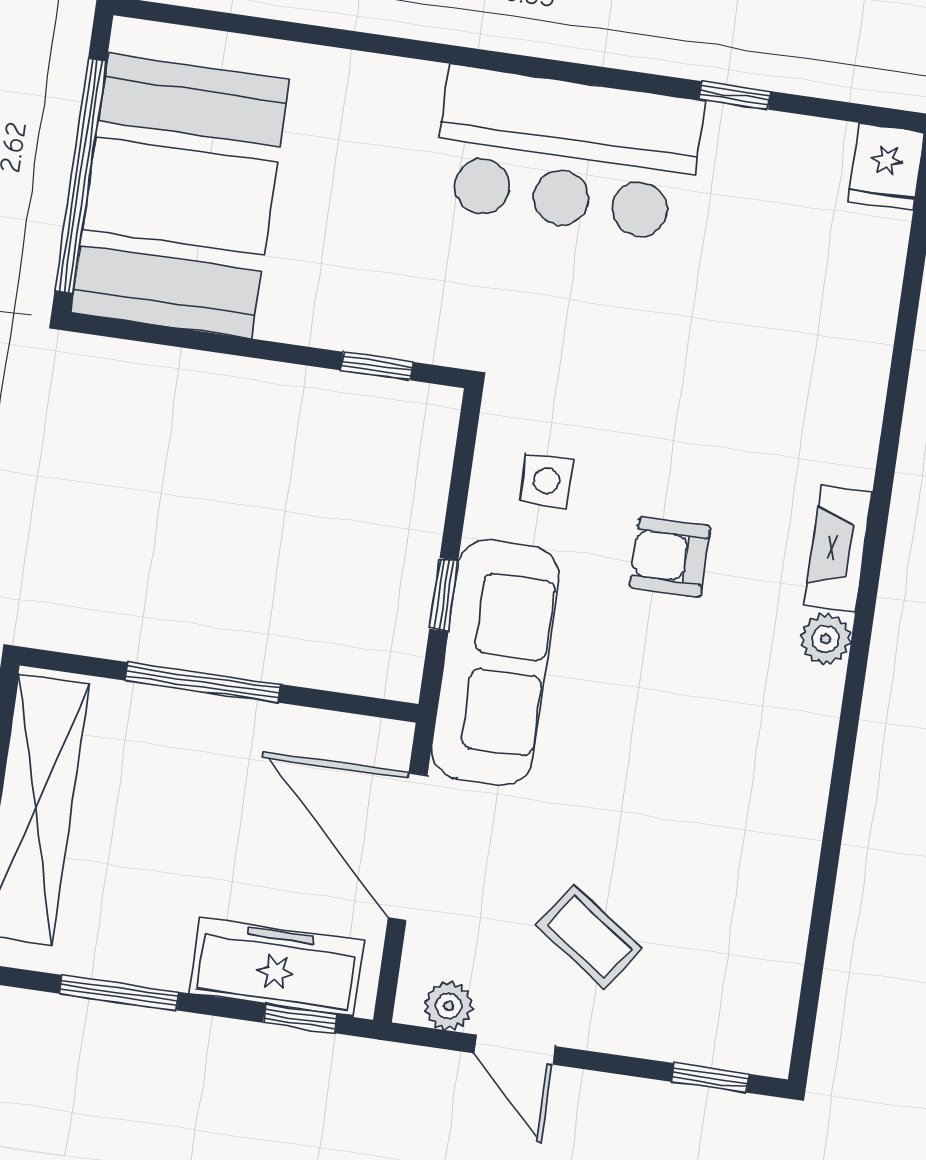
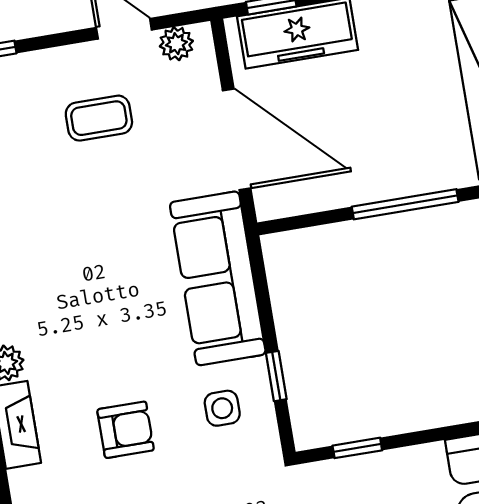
armchair: (670, 557) -> (126, 430), moved
window: (444, 595) -> (276, 376), moved
coffee table: (589, 937) -> (99, 118), turned -35

